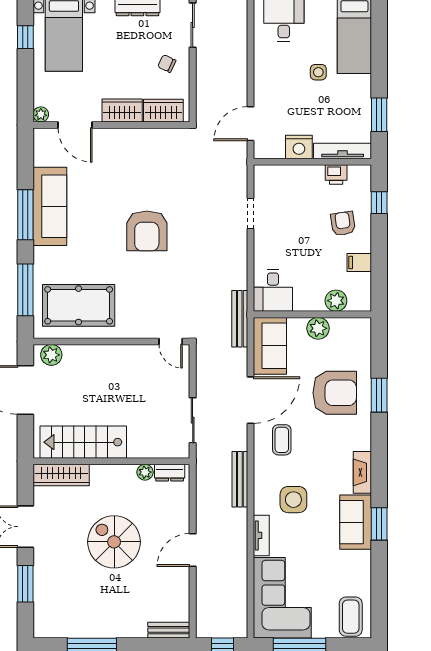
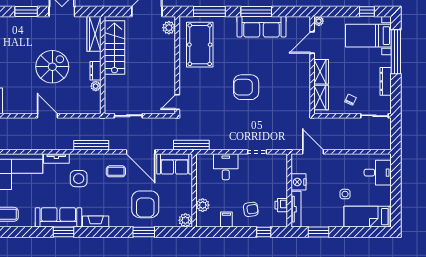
desk: (273, 290) -> (226, 167), moved, turned 90
plant: (318, 328) -> (185, 220), moved
dresser: (170, 473) -> (95, 71), moved
sofa: (356, 522) -> (58, 217), width x1.36

